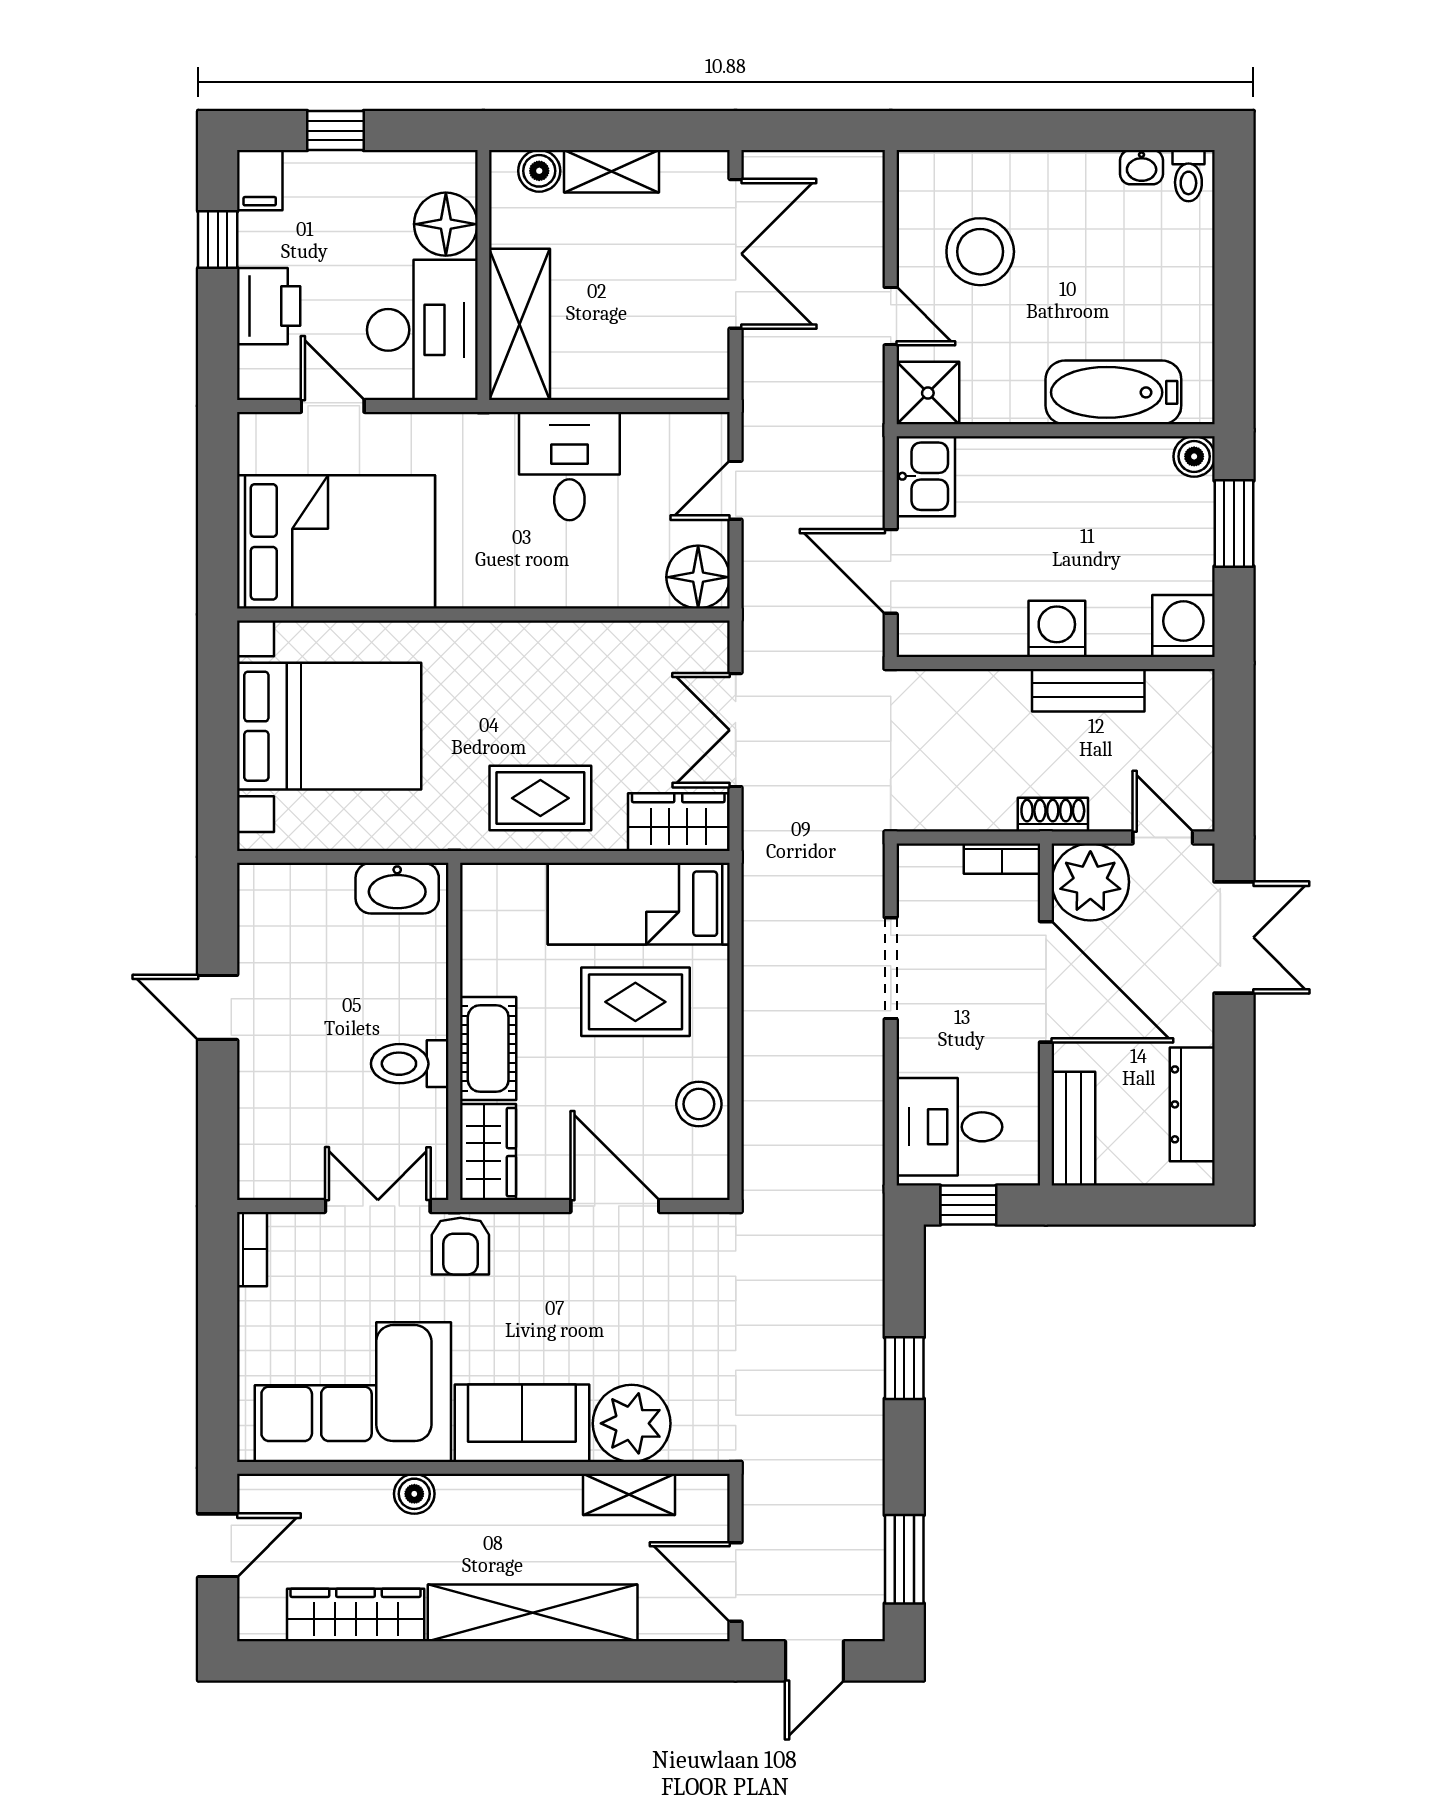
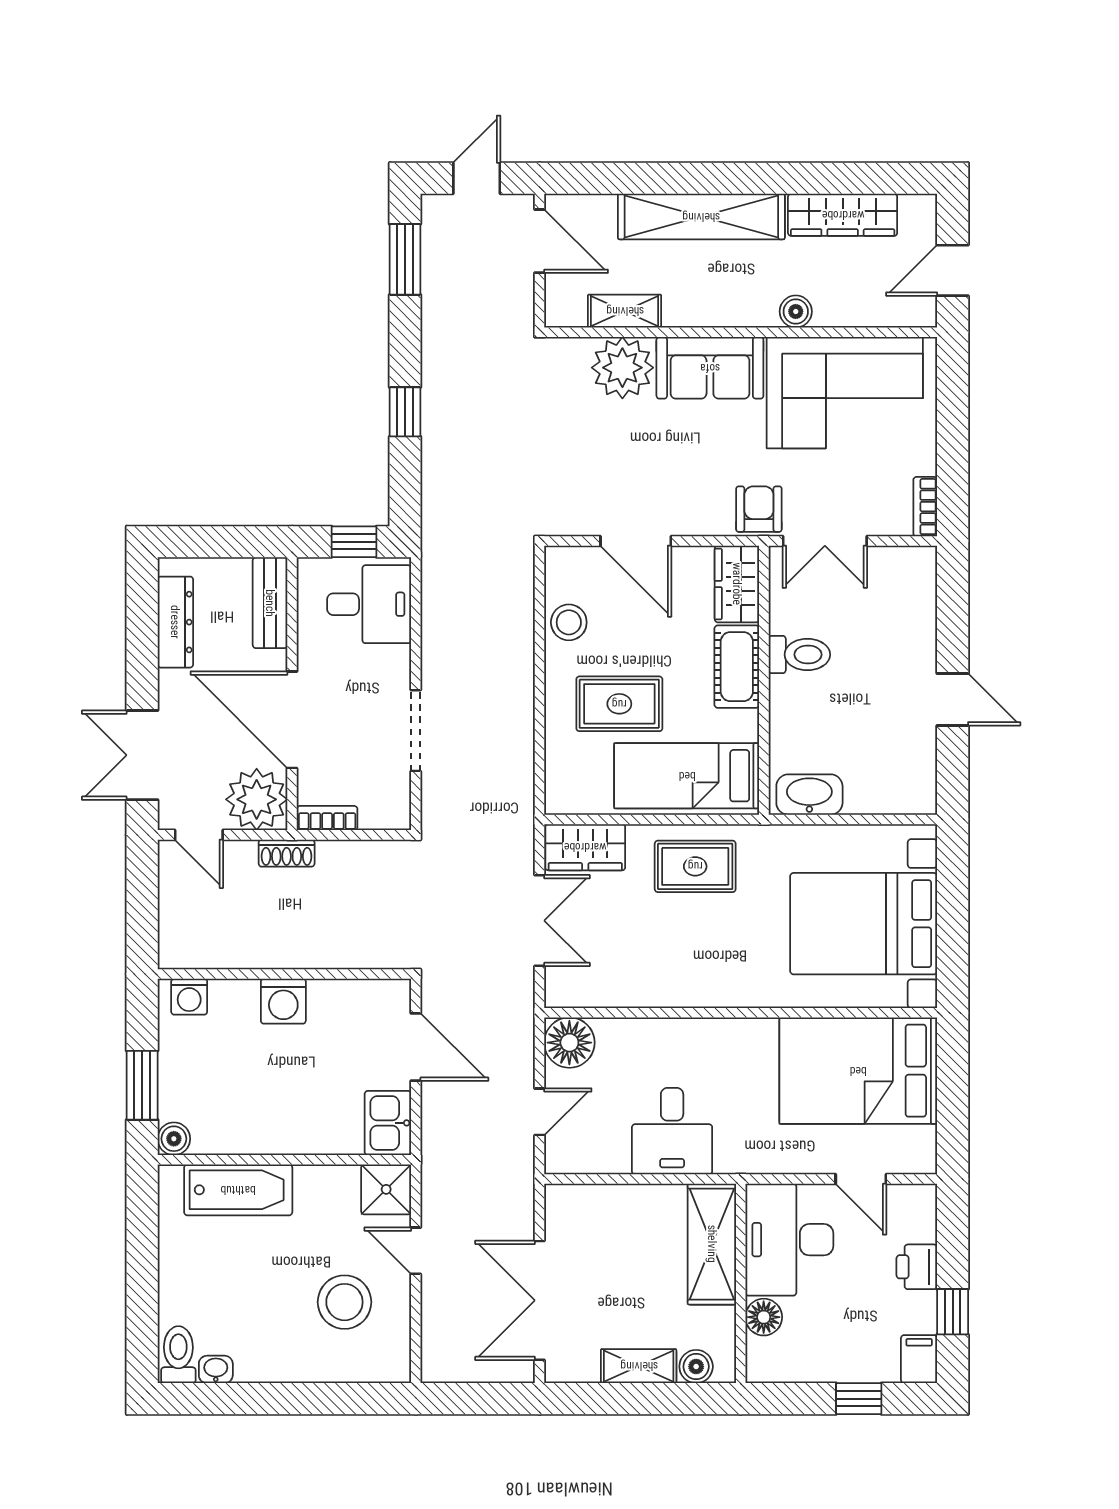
toilet: (1188, 176) -> (178, 1355), width x1.37, depth x1.39
floor lamp: (446, 224) -> (764, 1317), width x0.73, depth x0.73
printer: (269, 306) -> (917, 1267), width x0.73, depth x0.81
washing machine: (1183, 626) -> (189, 997), width x0.73, depth x0.73
bench: (1088, 690) -> (258, 952), removed
bed: (639, 904) -> (687, 776), moved, turned 180

